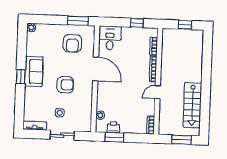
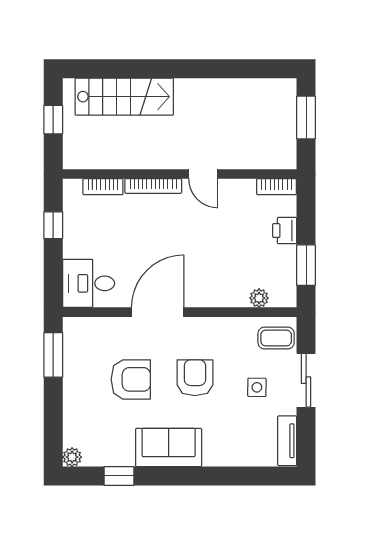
armchair: (72, 43) -> (131, 379), moved
window: (21, 77) -> (119, 476), moved
stairs: (192, 105) -> (124, 97), moved
coffee table: (82, 122) -> (276, 338), added
printer: (113, 127) -> (285, 231), moved

